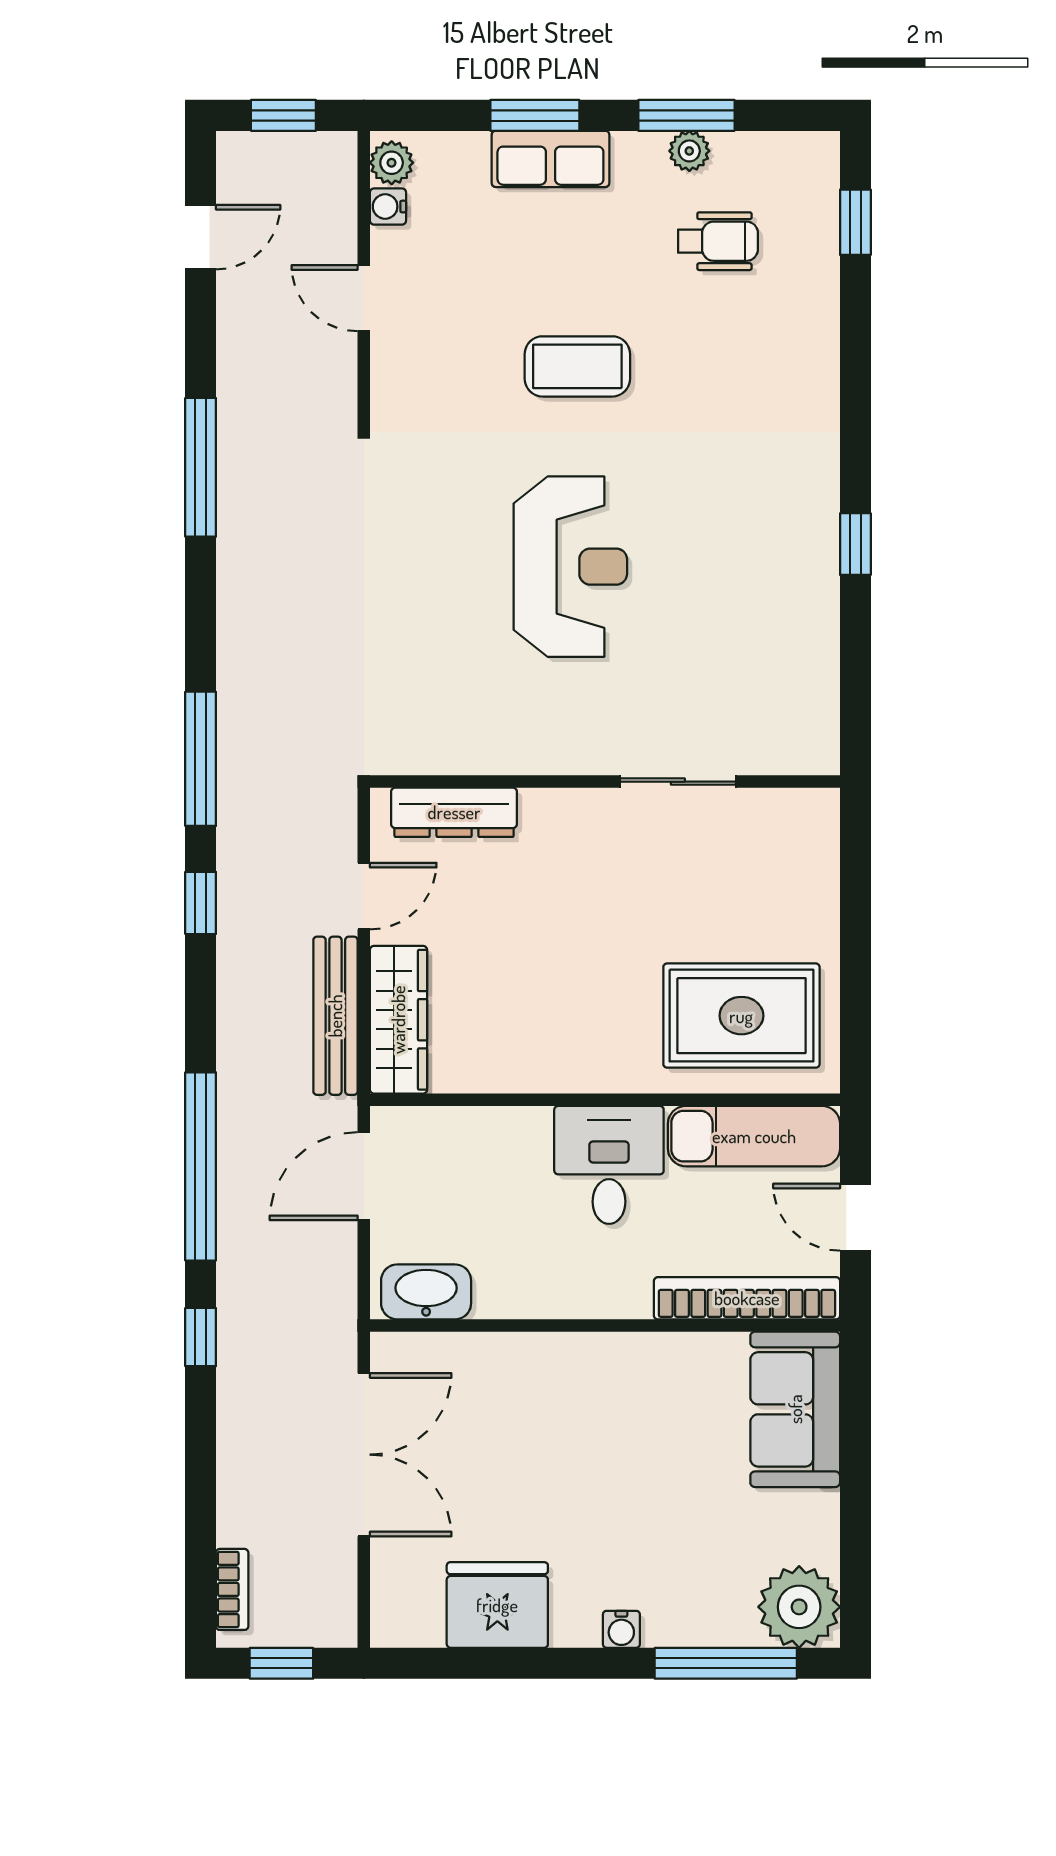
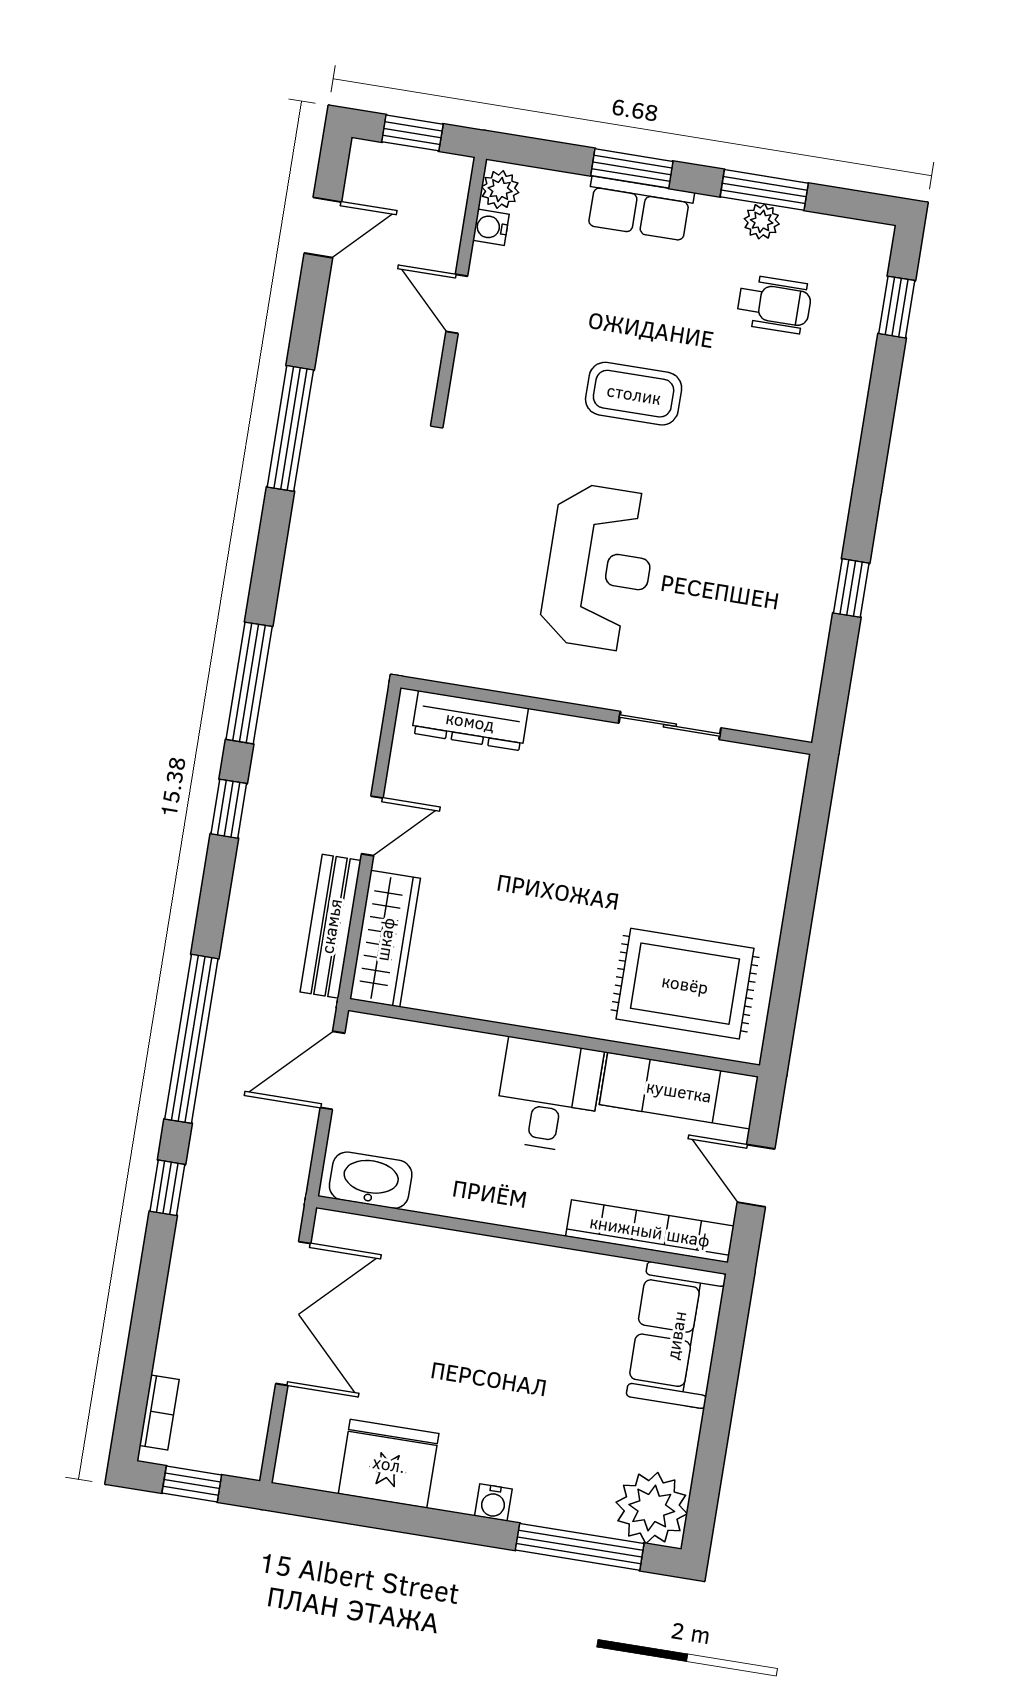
wall: (605, 782) -> (606, 715), moved
sliding door: (678, 782) -> (670, 725), moved
dresser: (454, 812) -> (470, 721), moved

